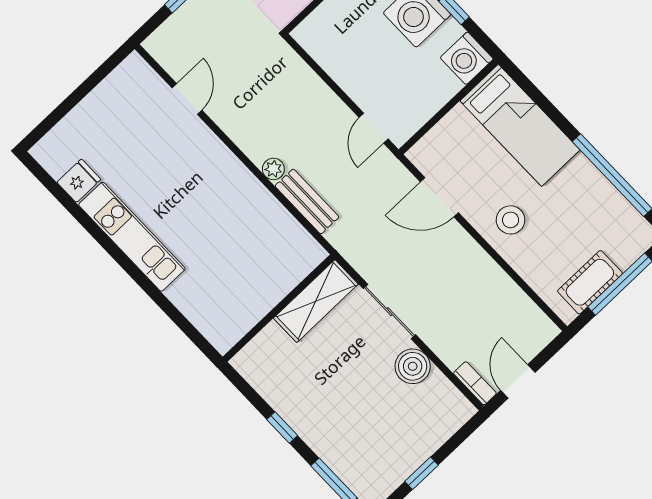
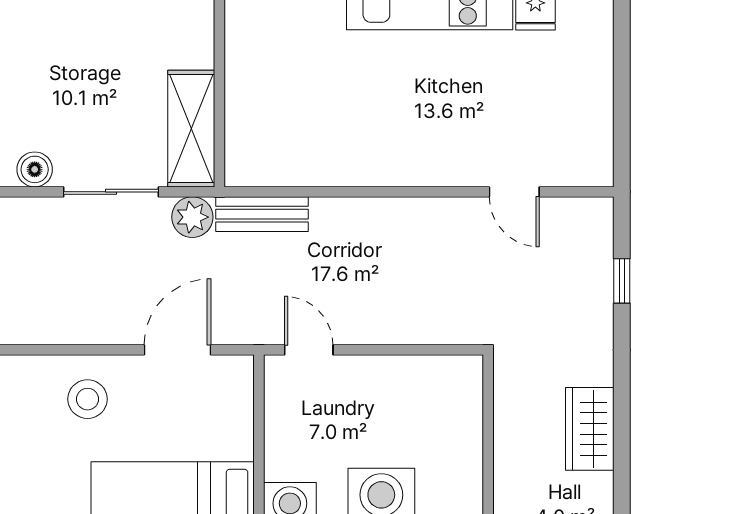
plant: (273, 169) -> (192, 217), moved, width x1.38, depth x1.38
bench: (307, 201) -> (262, 214), moved
boiler: (413, 366) -> (35, 169), width x0.73, depth x0.73

